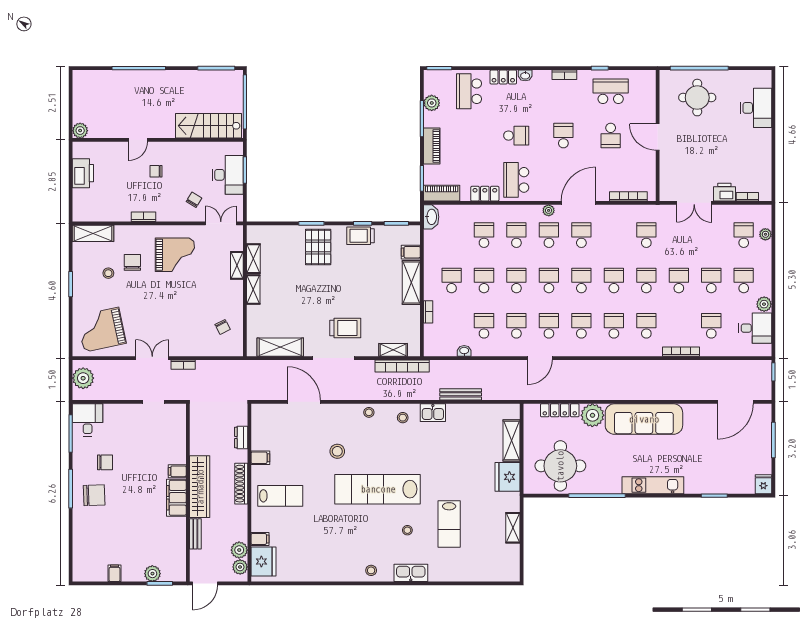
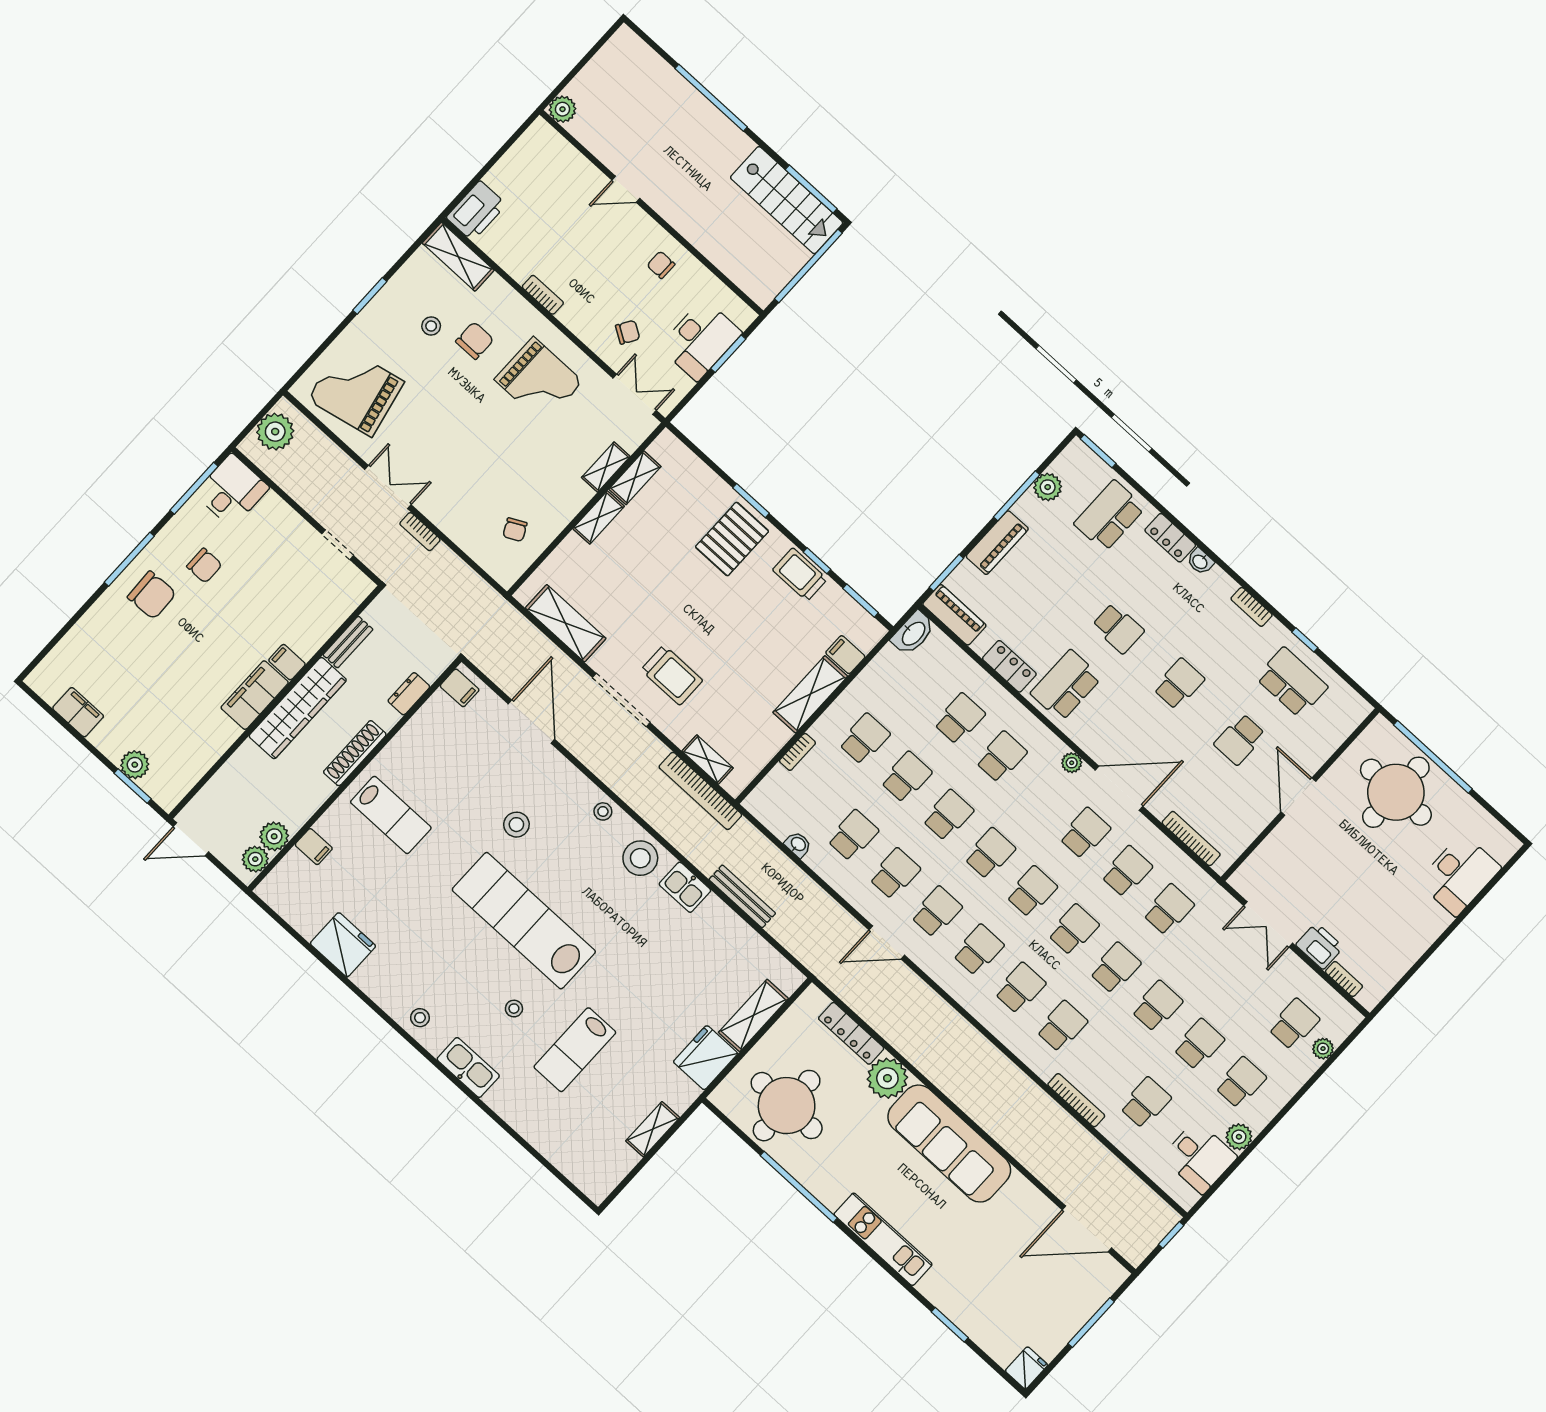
round table: (697, 98) -> (1396, 792), width x1.36, depth x1.36
stairs: (209, 126) -> (787, 200), moved, turned 180
chair: (156, 171) -> (661, 265), moved
printer: (83, 173) -> (476, 211), moved
school desk: (549, 235) -> (1127, 871), moved
stool: (403, 418) -> (640, 858), width x1.89, depth x1.89
filing cabinet: (260, 458) -> (460, 688), moved
bench: (195, 534) -> (348, 642), moved
fridge: (263, 561) -> (343, 945), moved, turned -90
filing cabinet: (115, 573) -> (78, 712), width x2.00

